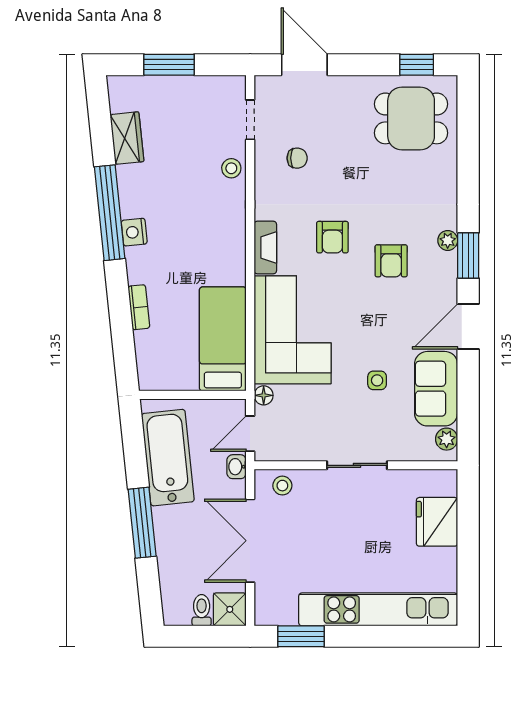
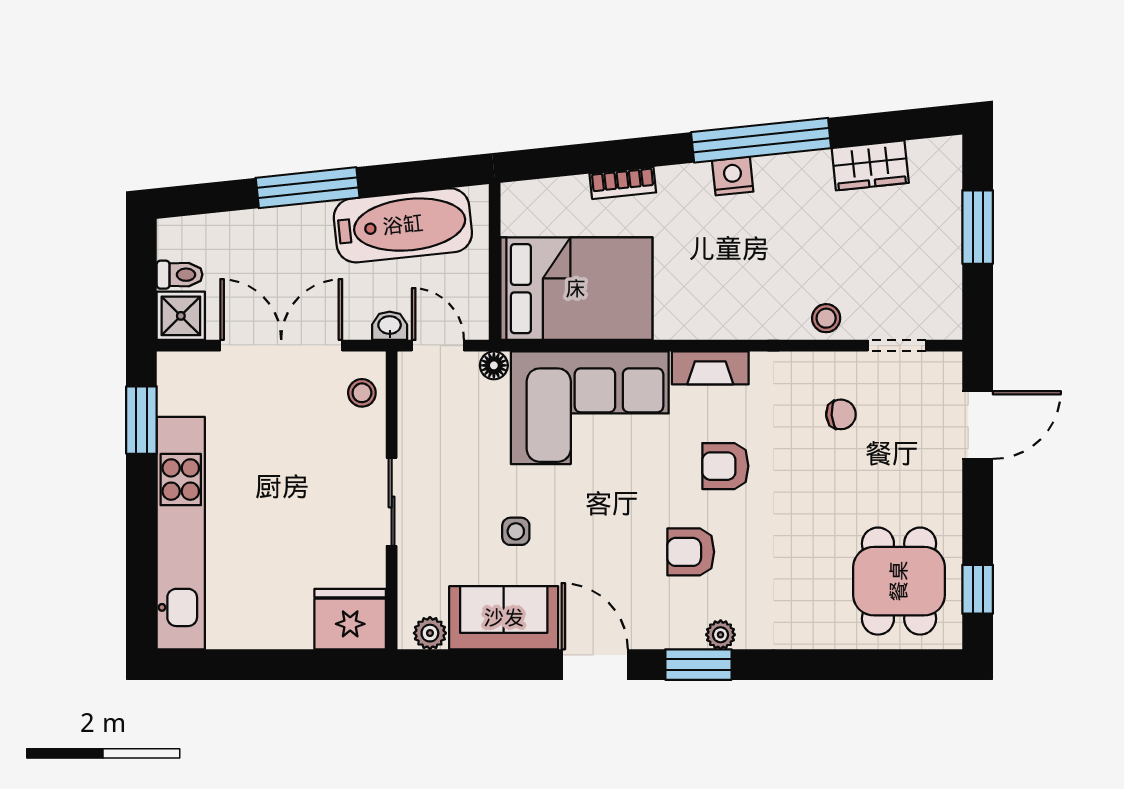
chair: (297, 158) -> (841, 414), turned -94
bed: (223, 339) -> (576, 289), width x1.50
fridge: (437, 522) -> (350, 619), moved

